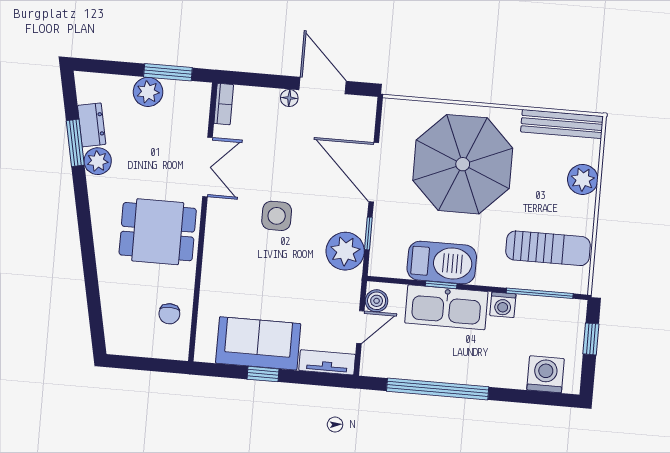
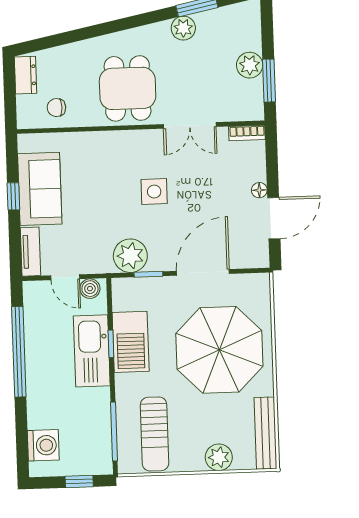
dresser: (92, 125) -> (25, 75), moved, turned -78
washing machine: (503, 305) -> (100, 400), removed

